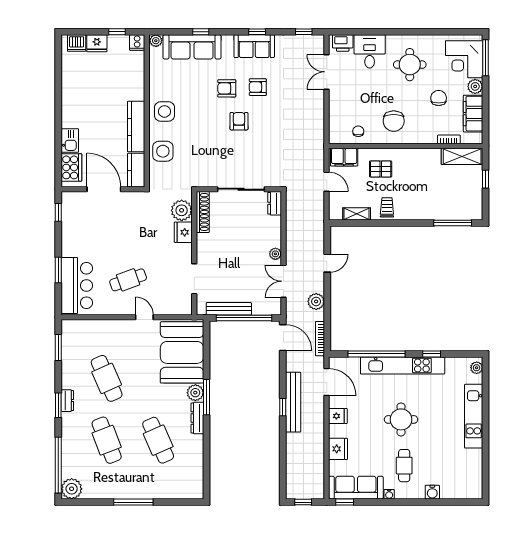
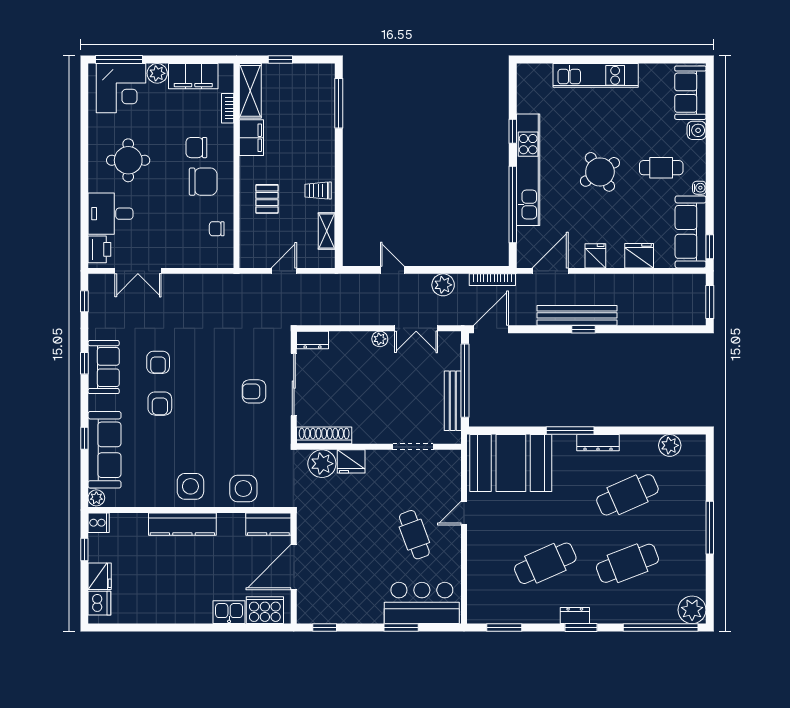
chair: (439, 98) -> (196, 148), moved
armchair: (239, 121) -> (254, 391), moved
kitchen counter: (136, 127) -> (182, 524), moved
filing cabinet: (344, 157) -> (251, 138), moved
plant: (477, 368) -> (531, 71), removed
plant: (195, 393) -> (670, 445), moved
round table: (401, 419) -> (600, 172), turned -33
sofa: (461, 488) -> (690, 93), added
window: (303, 502) -> (710, 302), width x1.50

